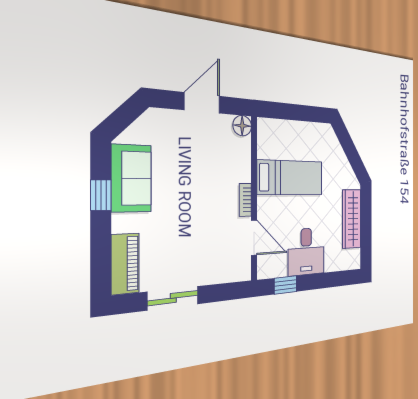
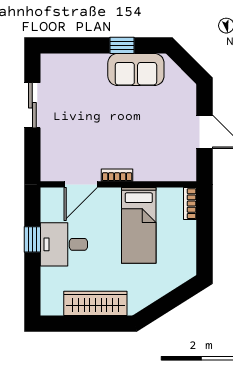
bookcase: (271, 125) -> (190, 204), added
floor lamp: (242, 126) -> (187, 172), removed
piano: (125, 264) -> (65, 64), removed
window: (285, 285) -> (32, 239), moved

